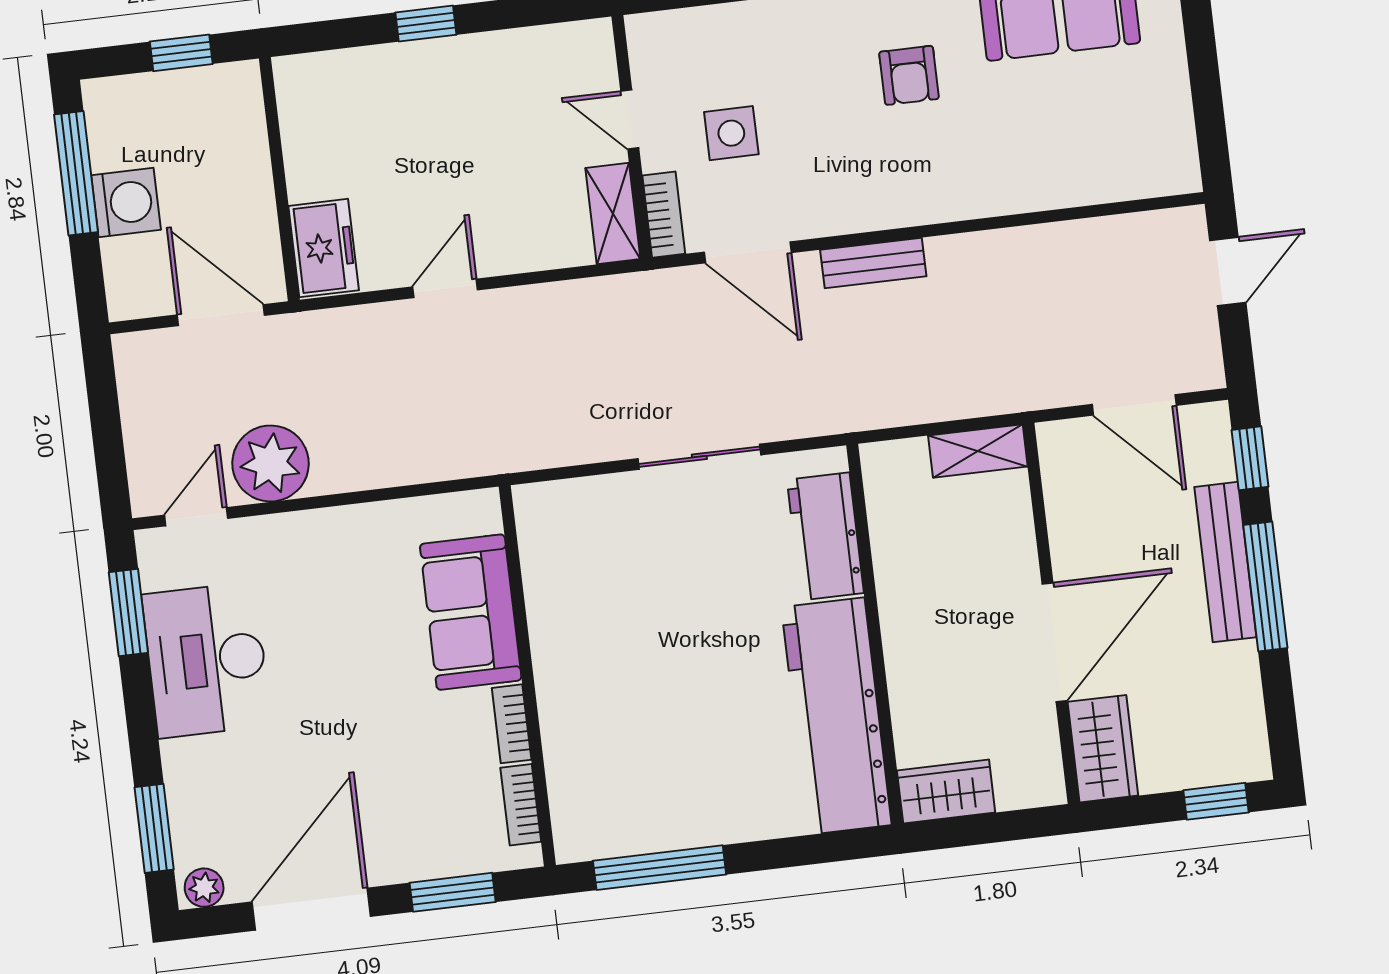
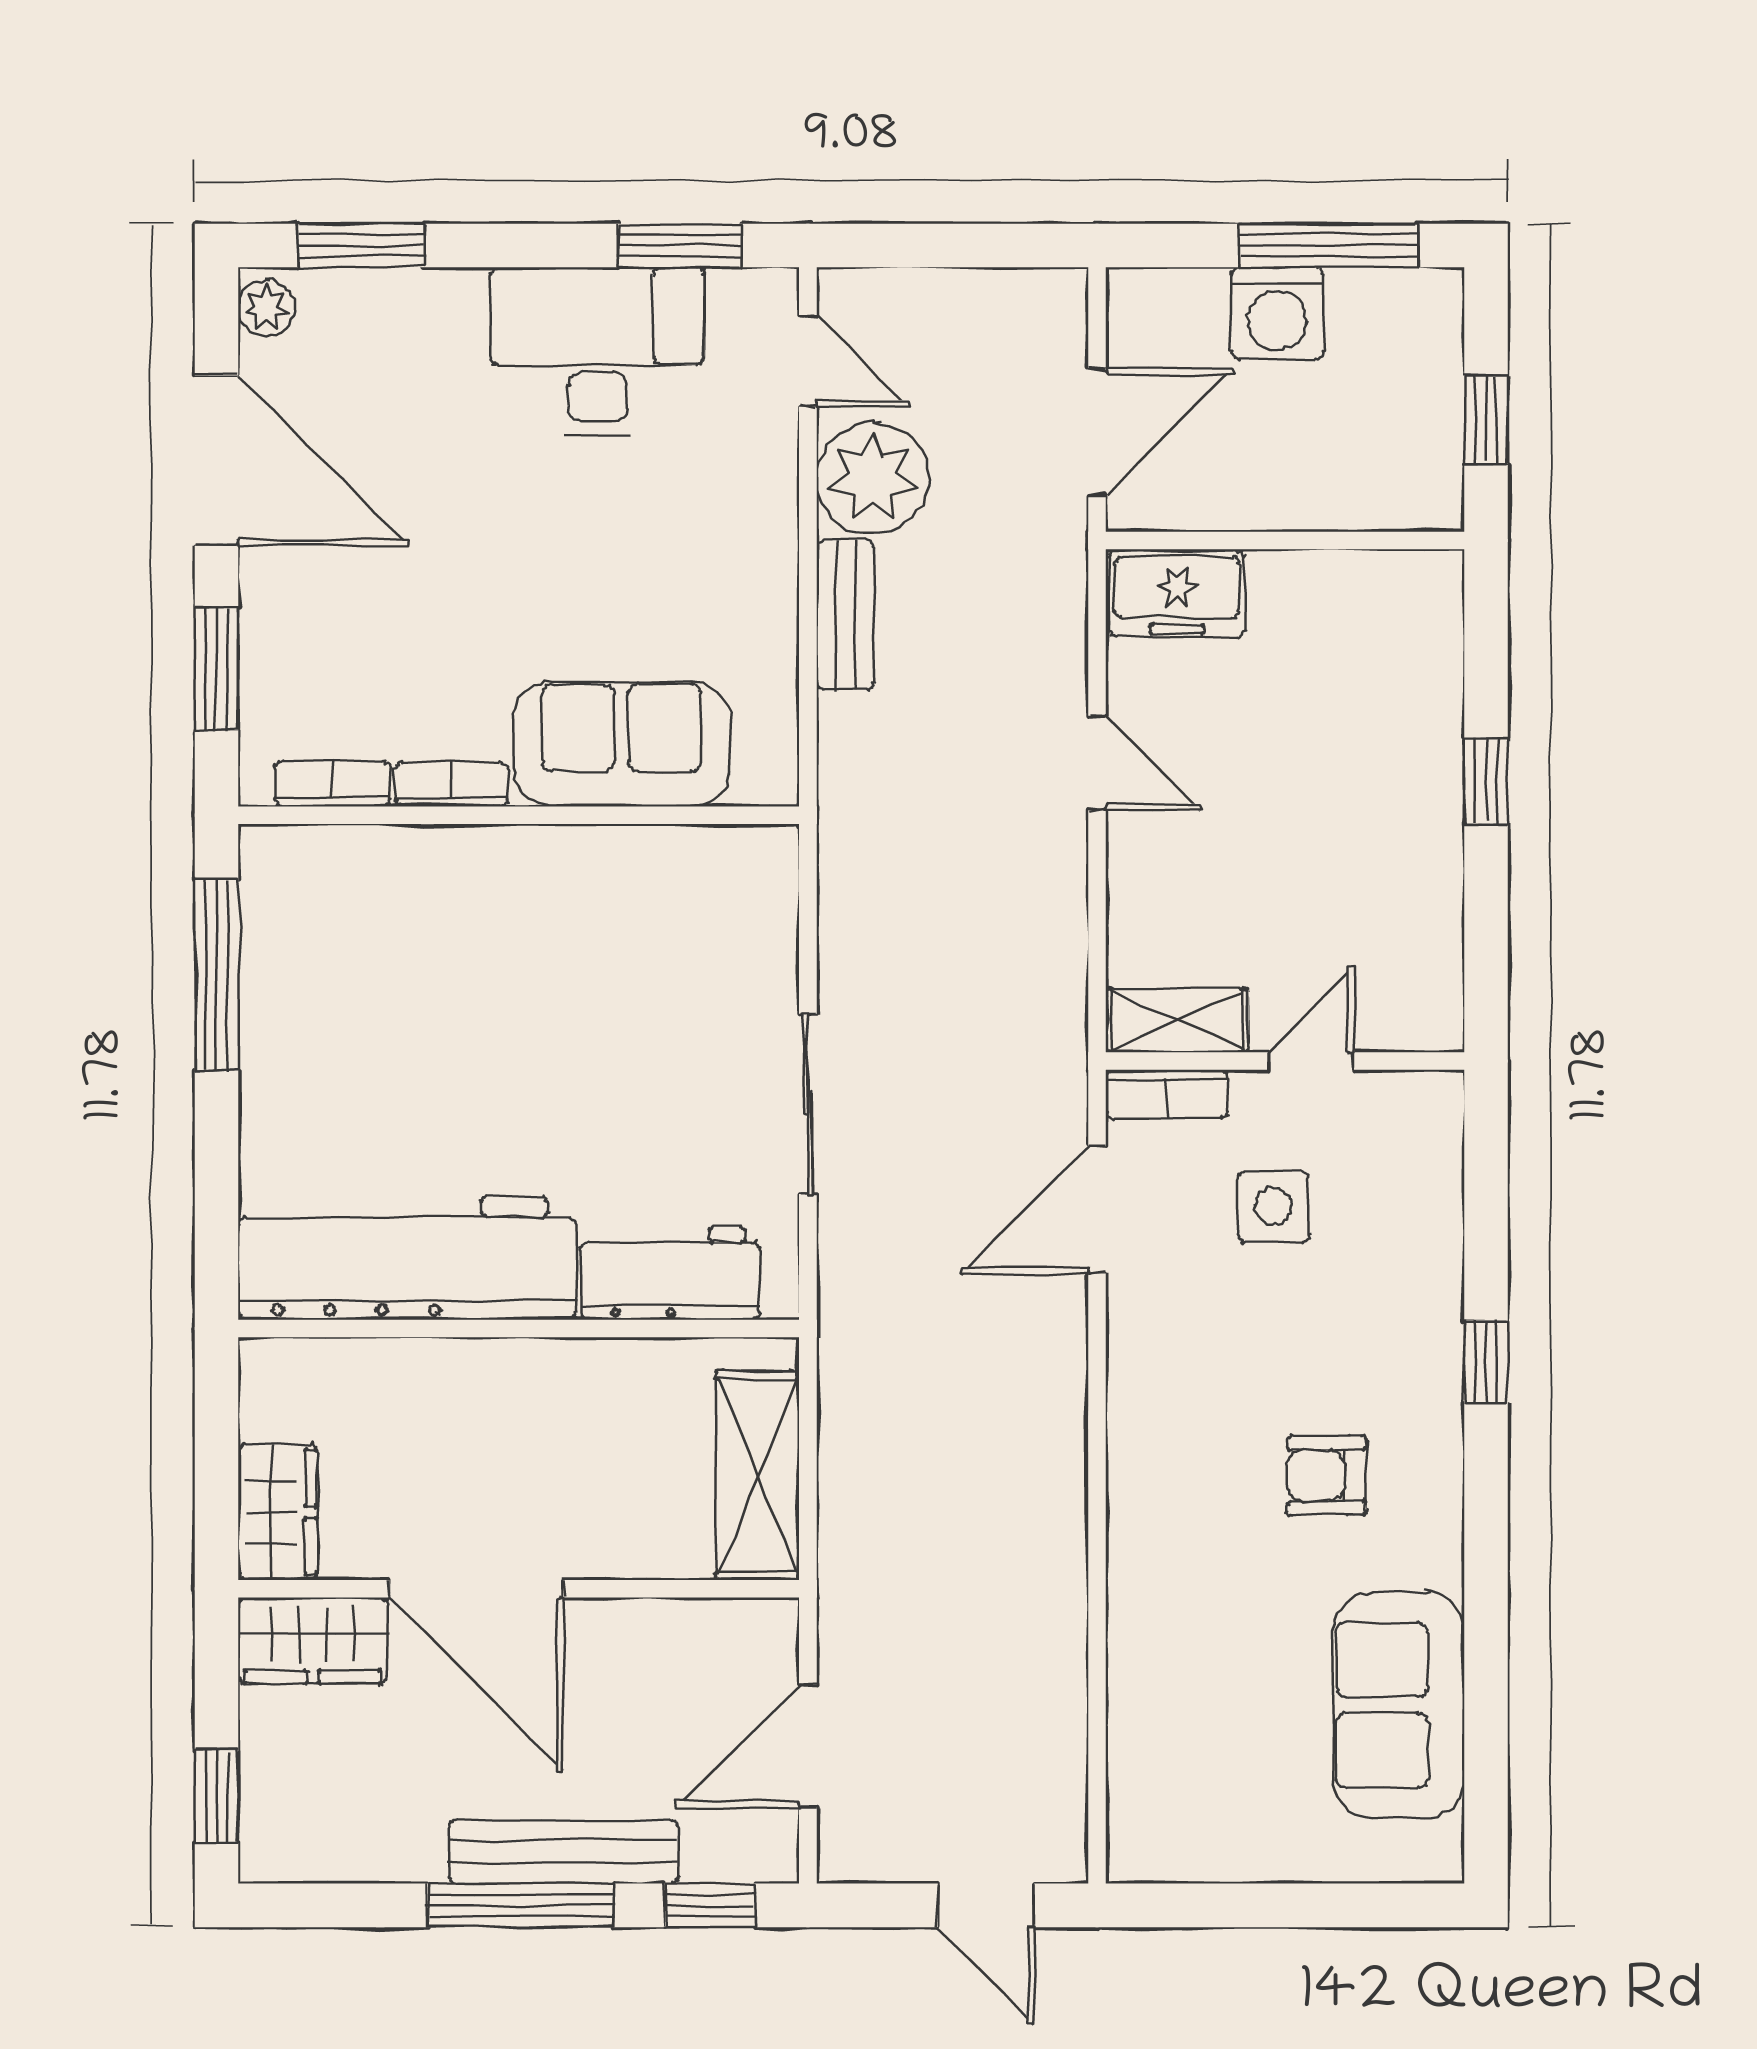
bench: (873, 263) -> (845, 615), moved
shelving: (978, 451) -> (757, 1476), width x1.50, depth x1.33
wardrobe: (946, 792) -> (278, 1512), moved

